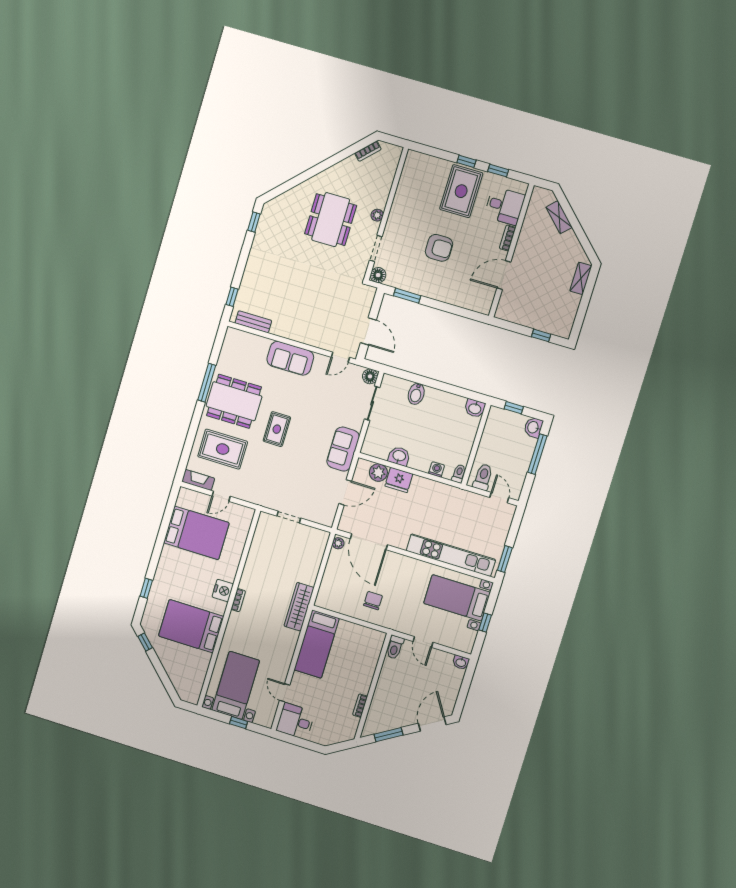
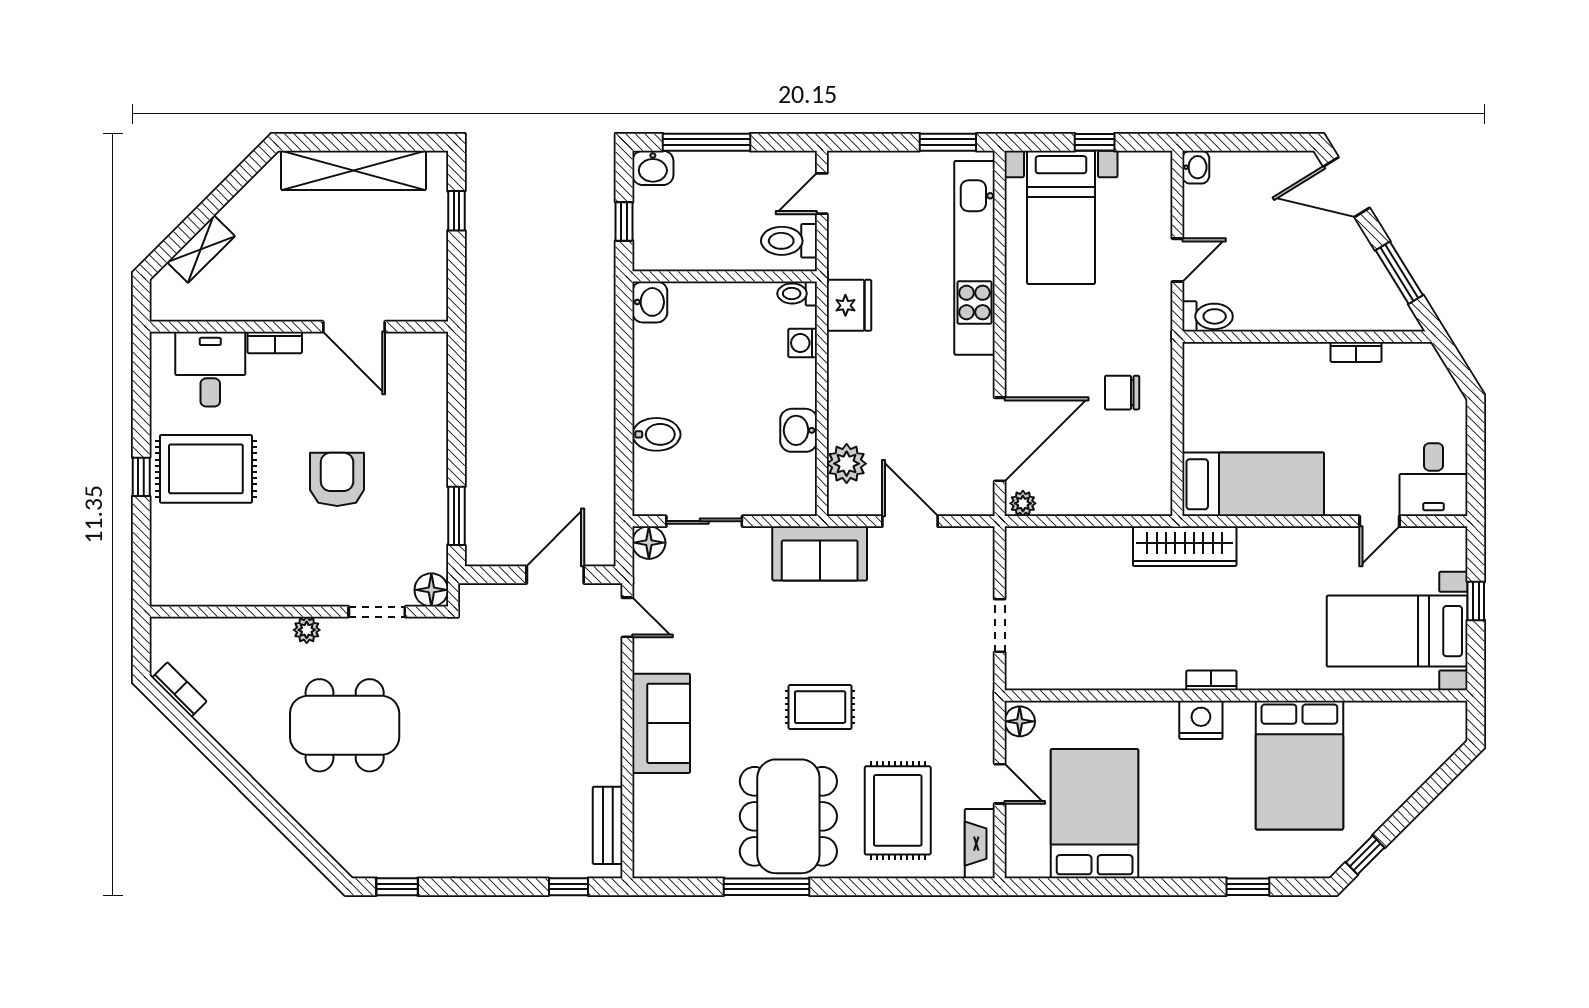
window: (498, 171) -> (141, 405), removed
shelving: (581, 278) -> (354, 170), width x2.20, depth x1.33
fridge: (399, 480) -> (849, 305), moved
floor lamp: (245, 513) -> (1020, 721), added

